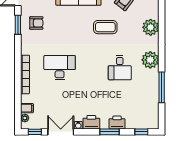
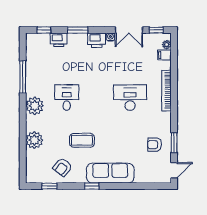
desk: (60, 68) -> (130, 98), turned 180
printer: (117, 123) -> (59, 40), moved

